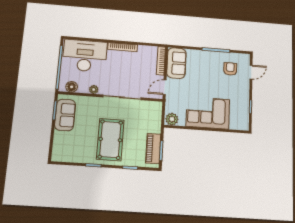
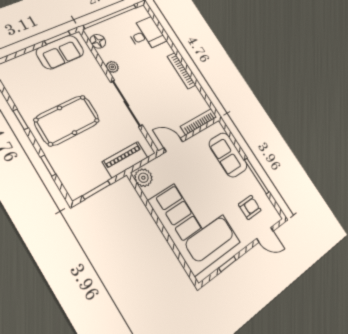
desk: (85, 56) -> (146, 34), width x0.53, depth x0.77
sofa: (176, 63) -> (228, 155), moved, turned 90
corner sofa: (208, 113) -> (194, 222), width x1.36, depth x1.36
piano: (153, 149) -> (125, 160), moved

